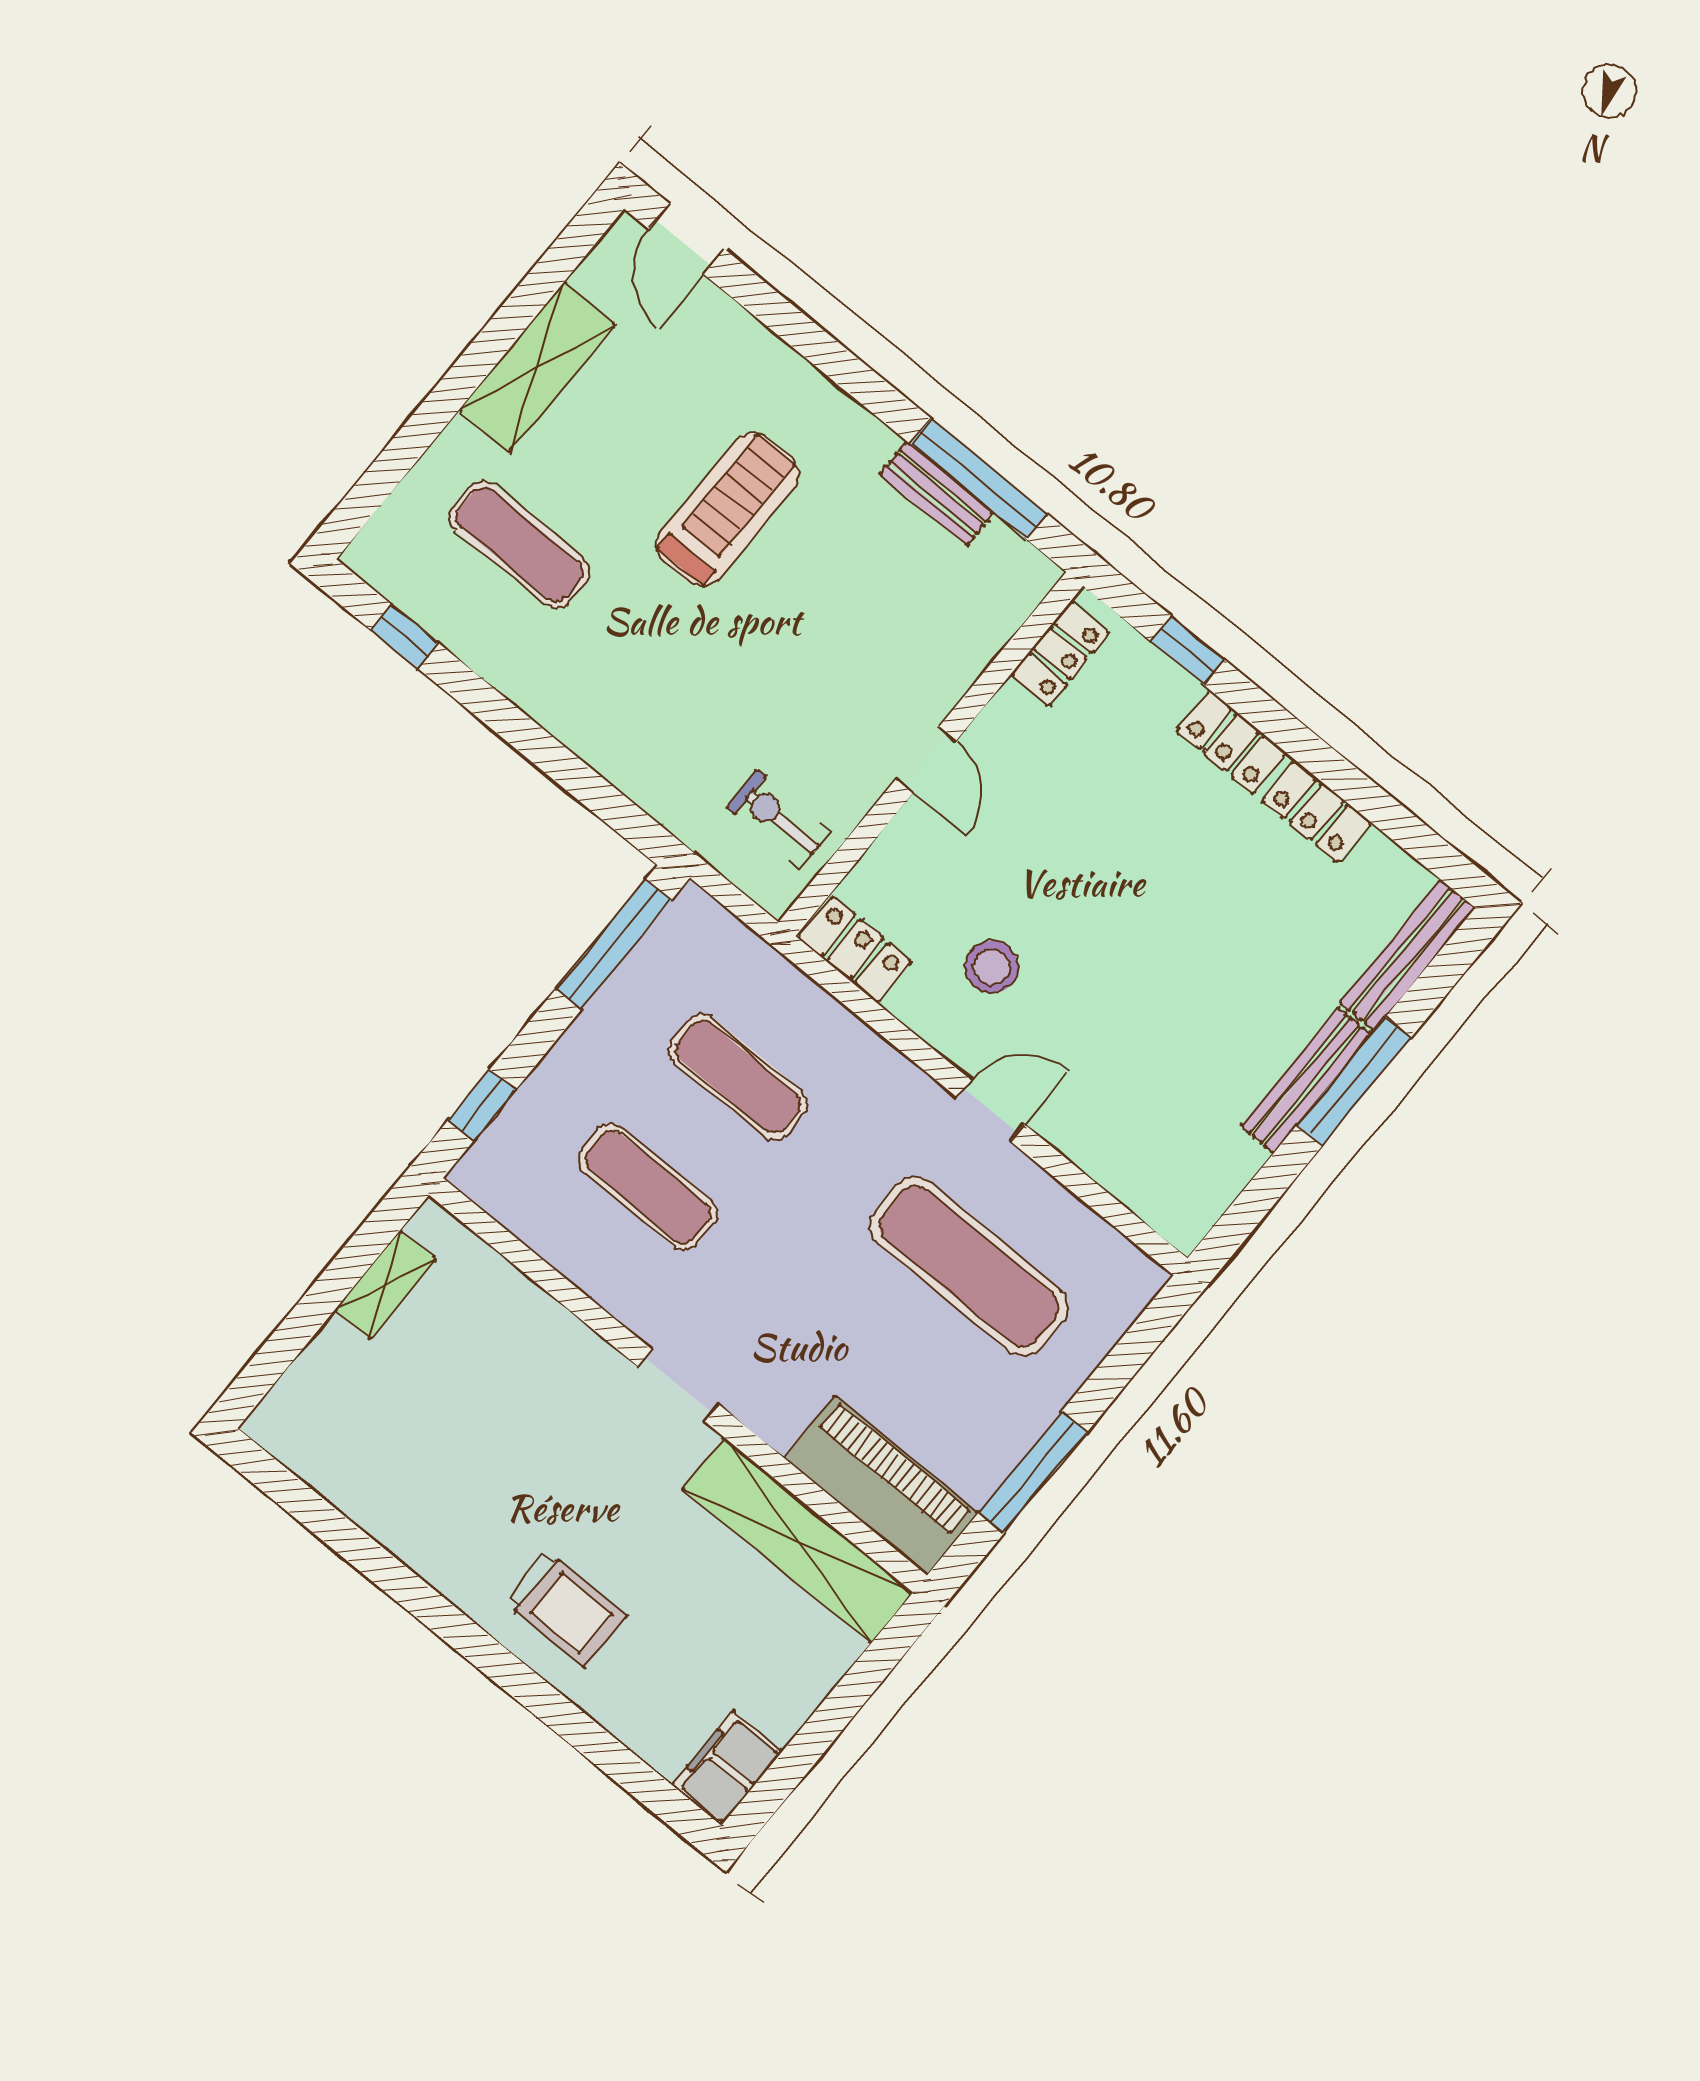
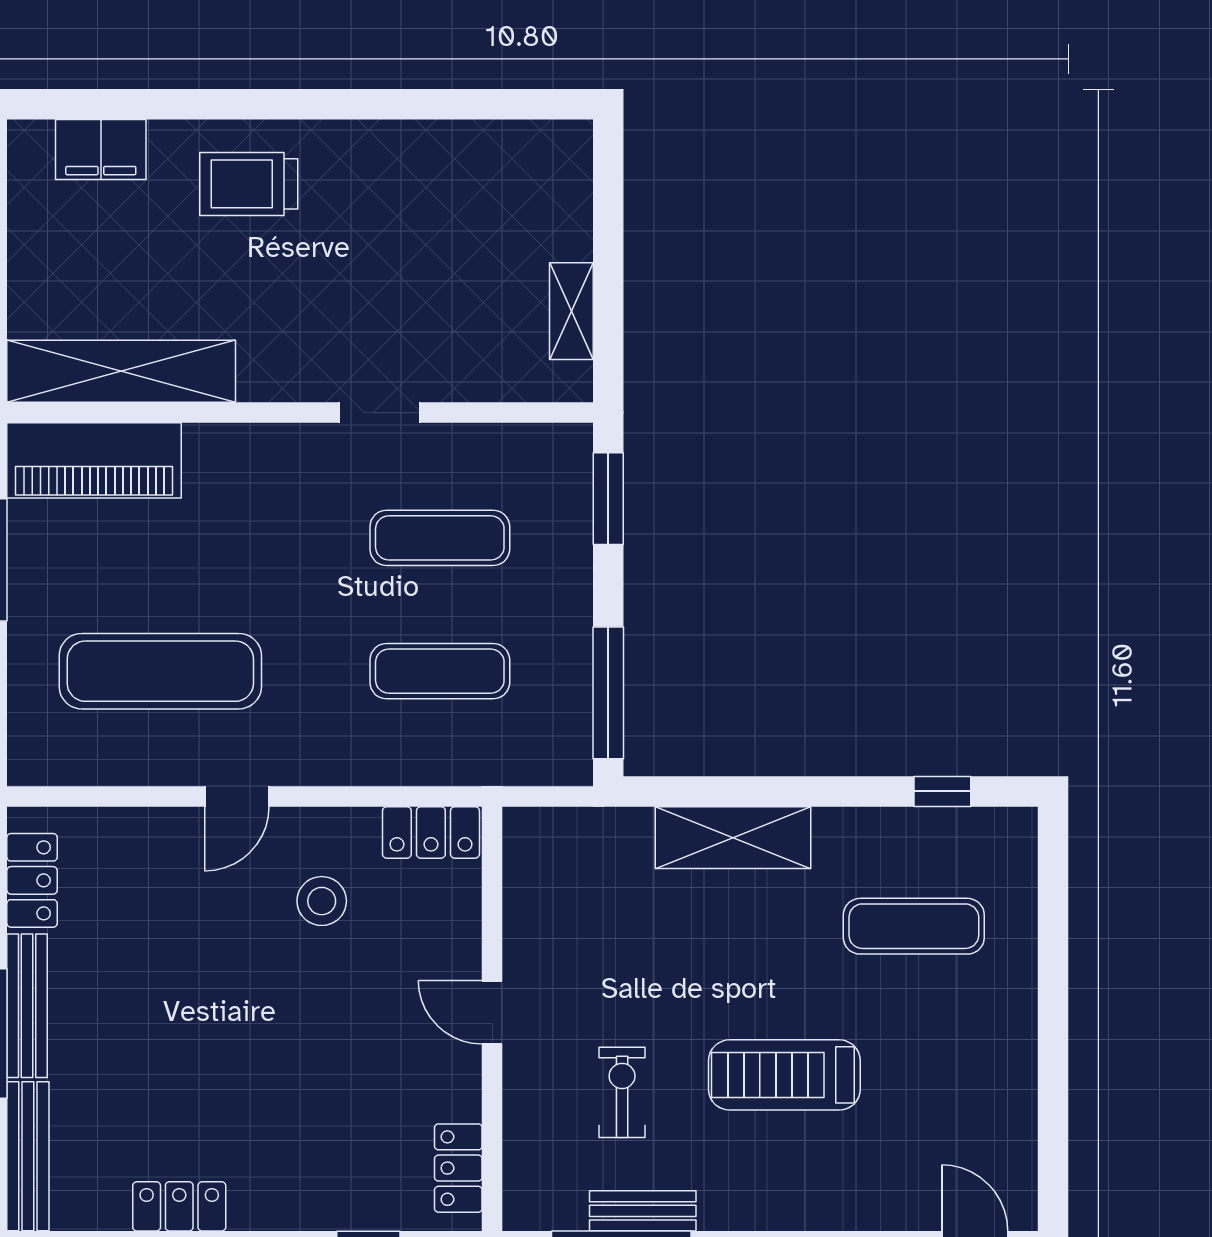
shelving: (537, 367) -> (733, 838), moved, turned 90
treadmill: (727, 509) -> (784, 1075), turned 90
locker: (1232, 742) -> (32, 880), moved, turned 90
exercise bike: (779, 819) -> (622, 1092), moved, turned -90
window: (482, 1105) -> (608, 499), width x1.50
doorway: (679, 1386) -> (379, 413), moved
filing cabinet: (727, 1768) -> (101, 150), moved, turned 90

